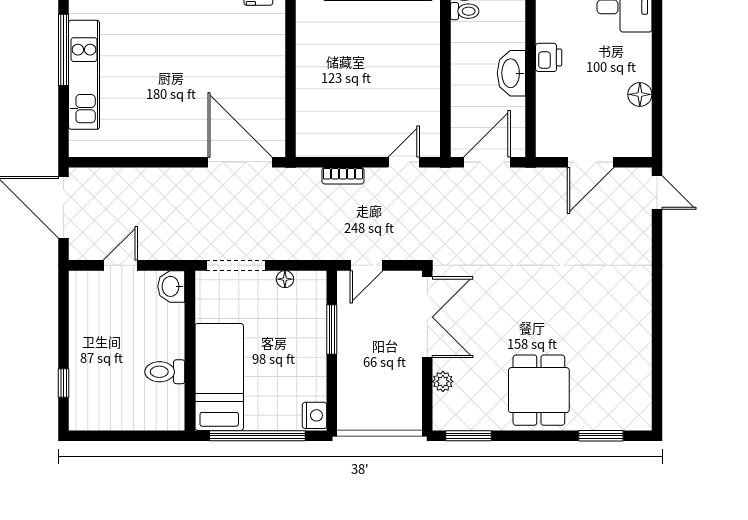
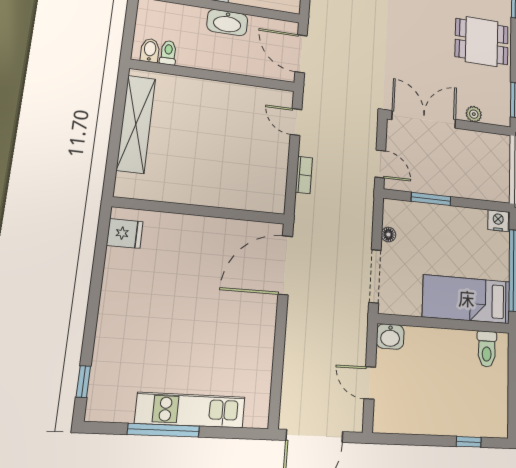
toilet: (165, 372) -> (487, 349), moved

